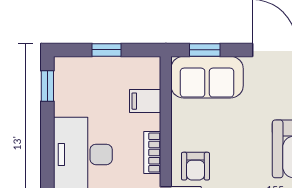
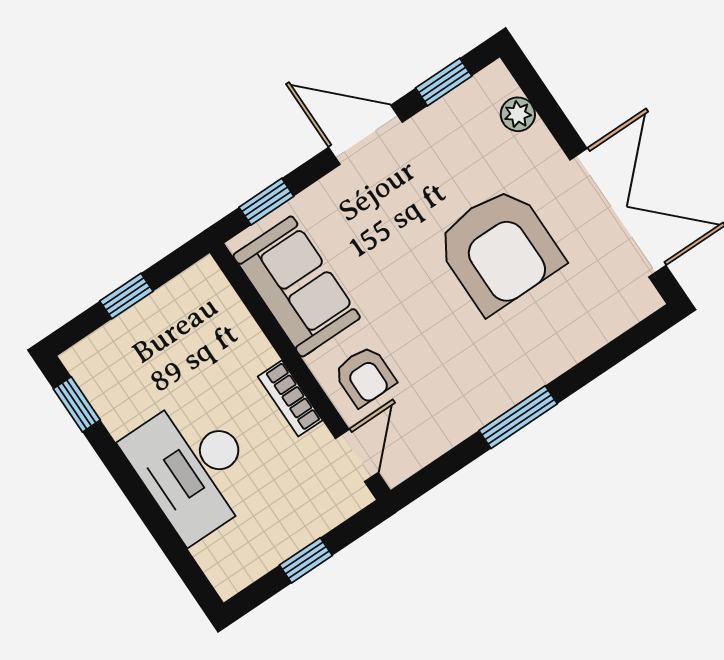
sofa: (207, 77) -> (297, 286), moved, turned -90
filing cabinet: (145, 101) -> (231, 332), removed

